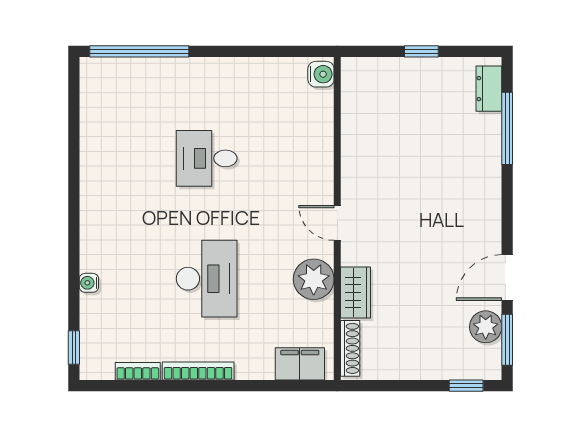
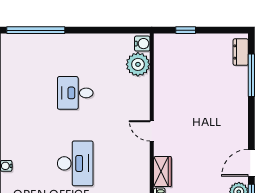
window: (421, 51) -> (186, 30), moved
plant: (314, 279) -> (138, 64), moved

